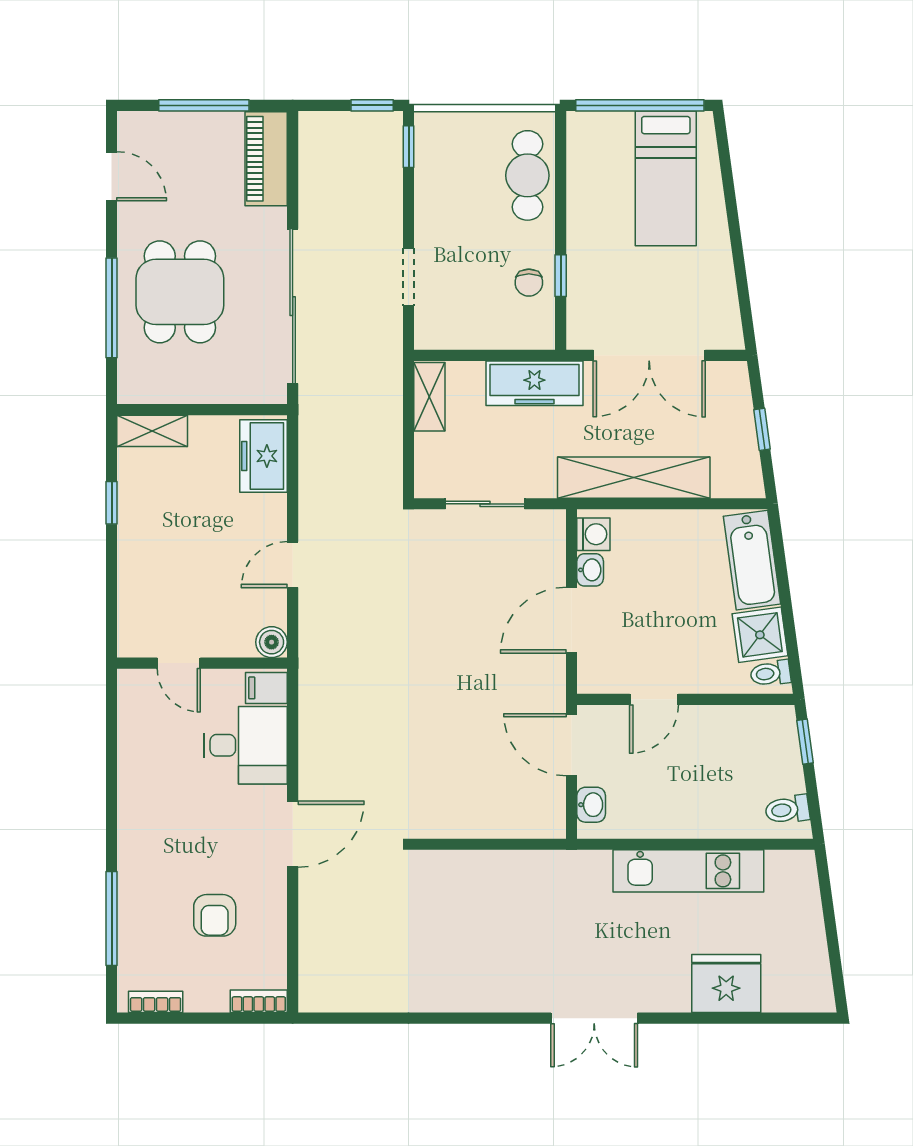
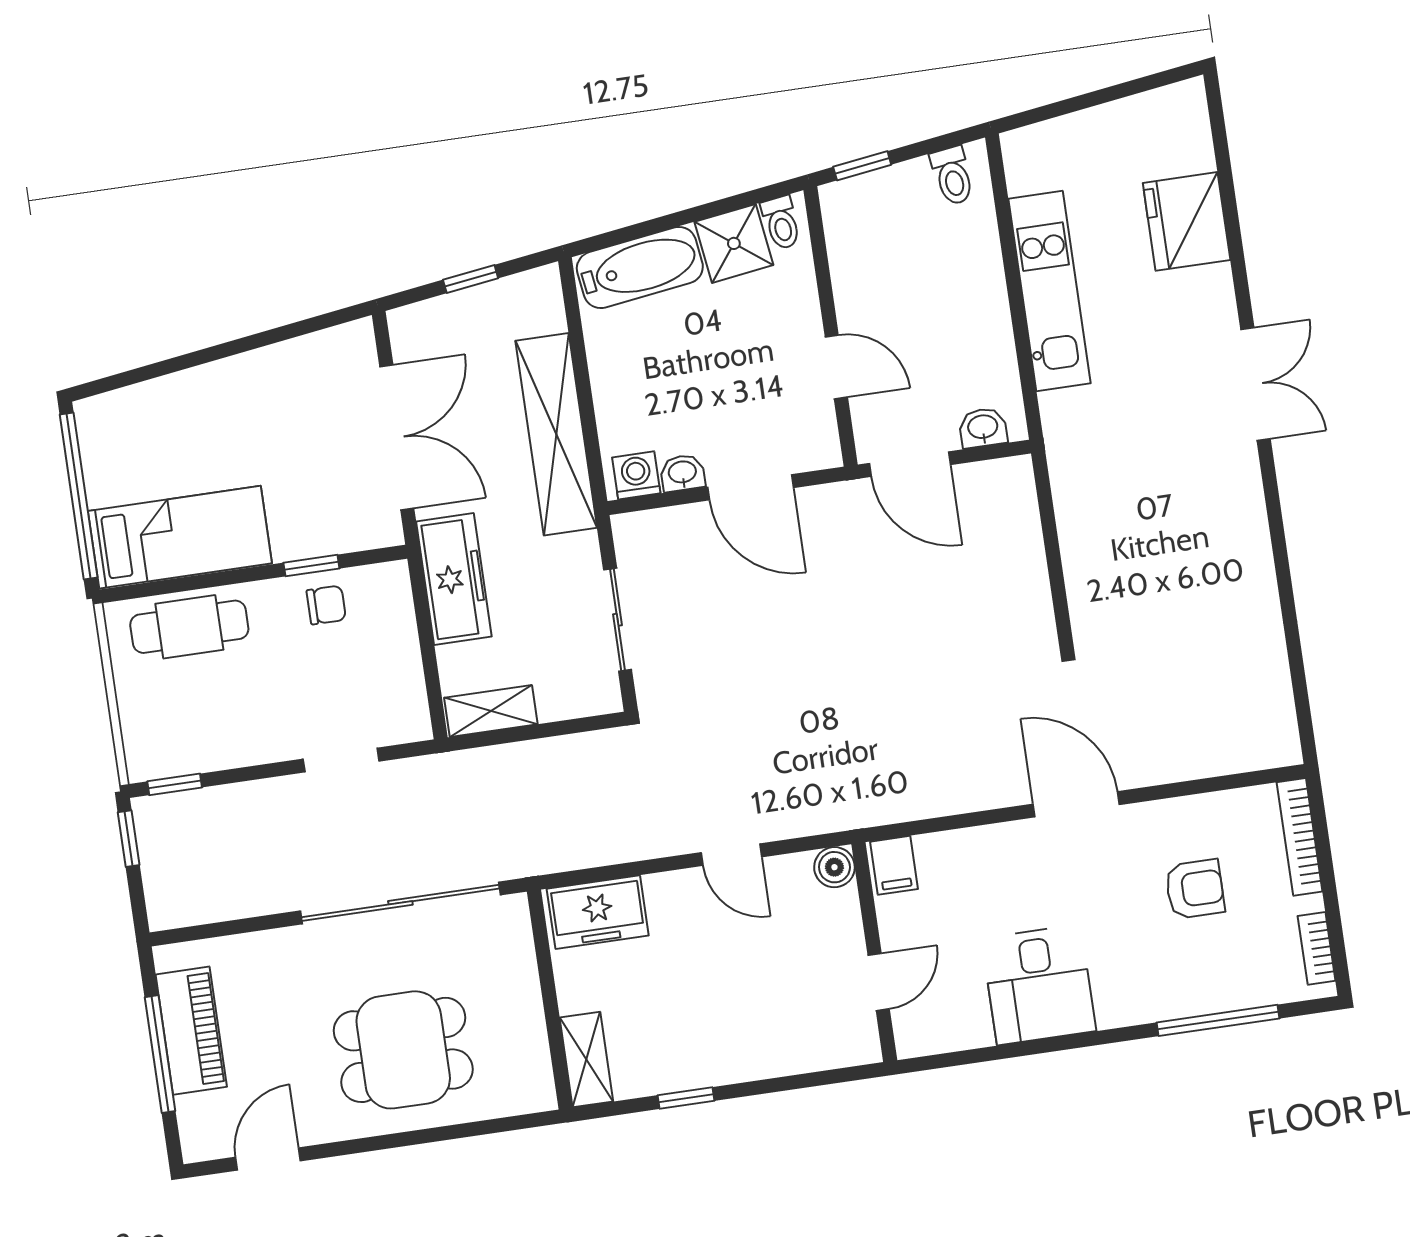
piano: (266, 159) -> (191, 1031), moved, turned -90
bed: (666, 178) -> (180, 537), moved
window: (112, 308) -> (437, 1134), removed
desk: (245, 745) -> (1039, 985), moved, turned 180
door: (571, 745) -> (910, 464), hinge flipped
bookcase: (259, 1001) -> (1300, 837), width x1.56

